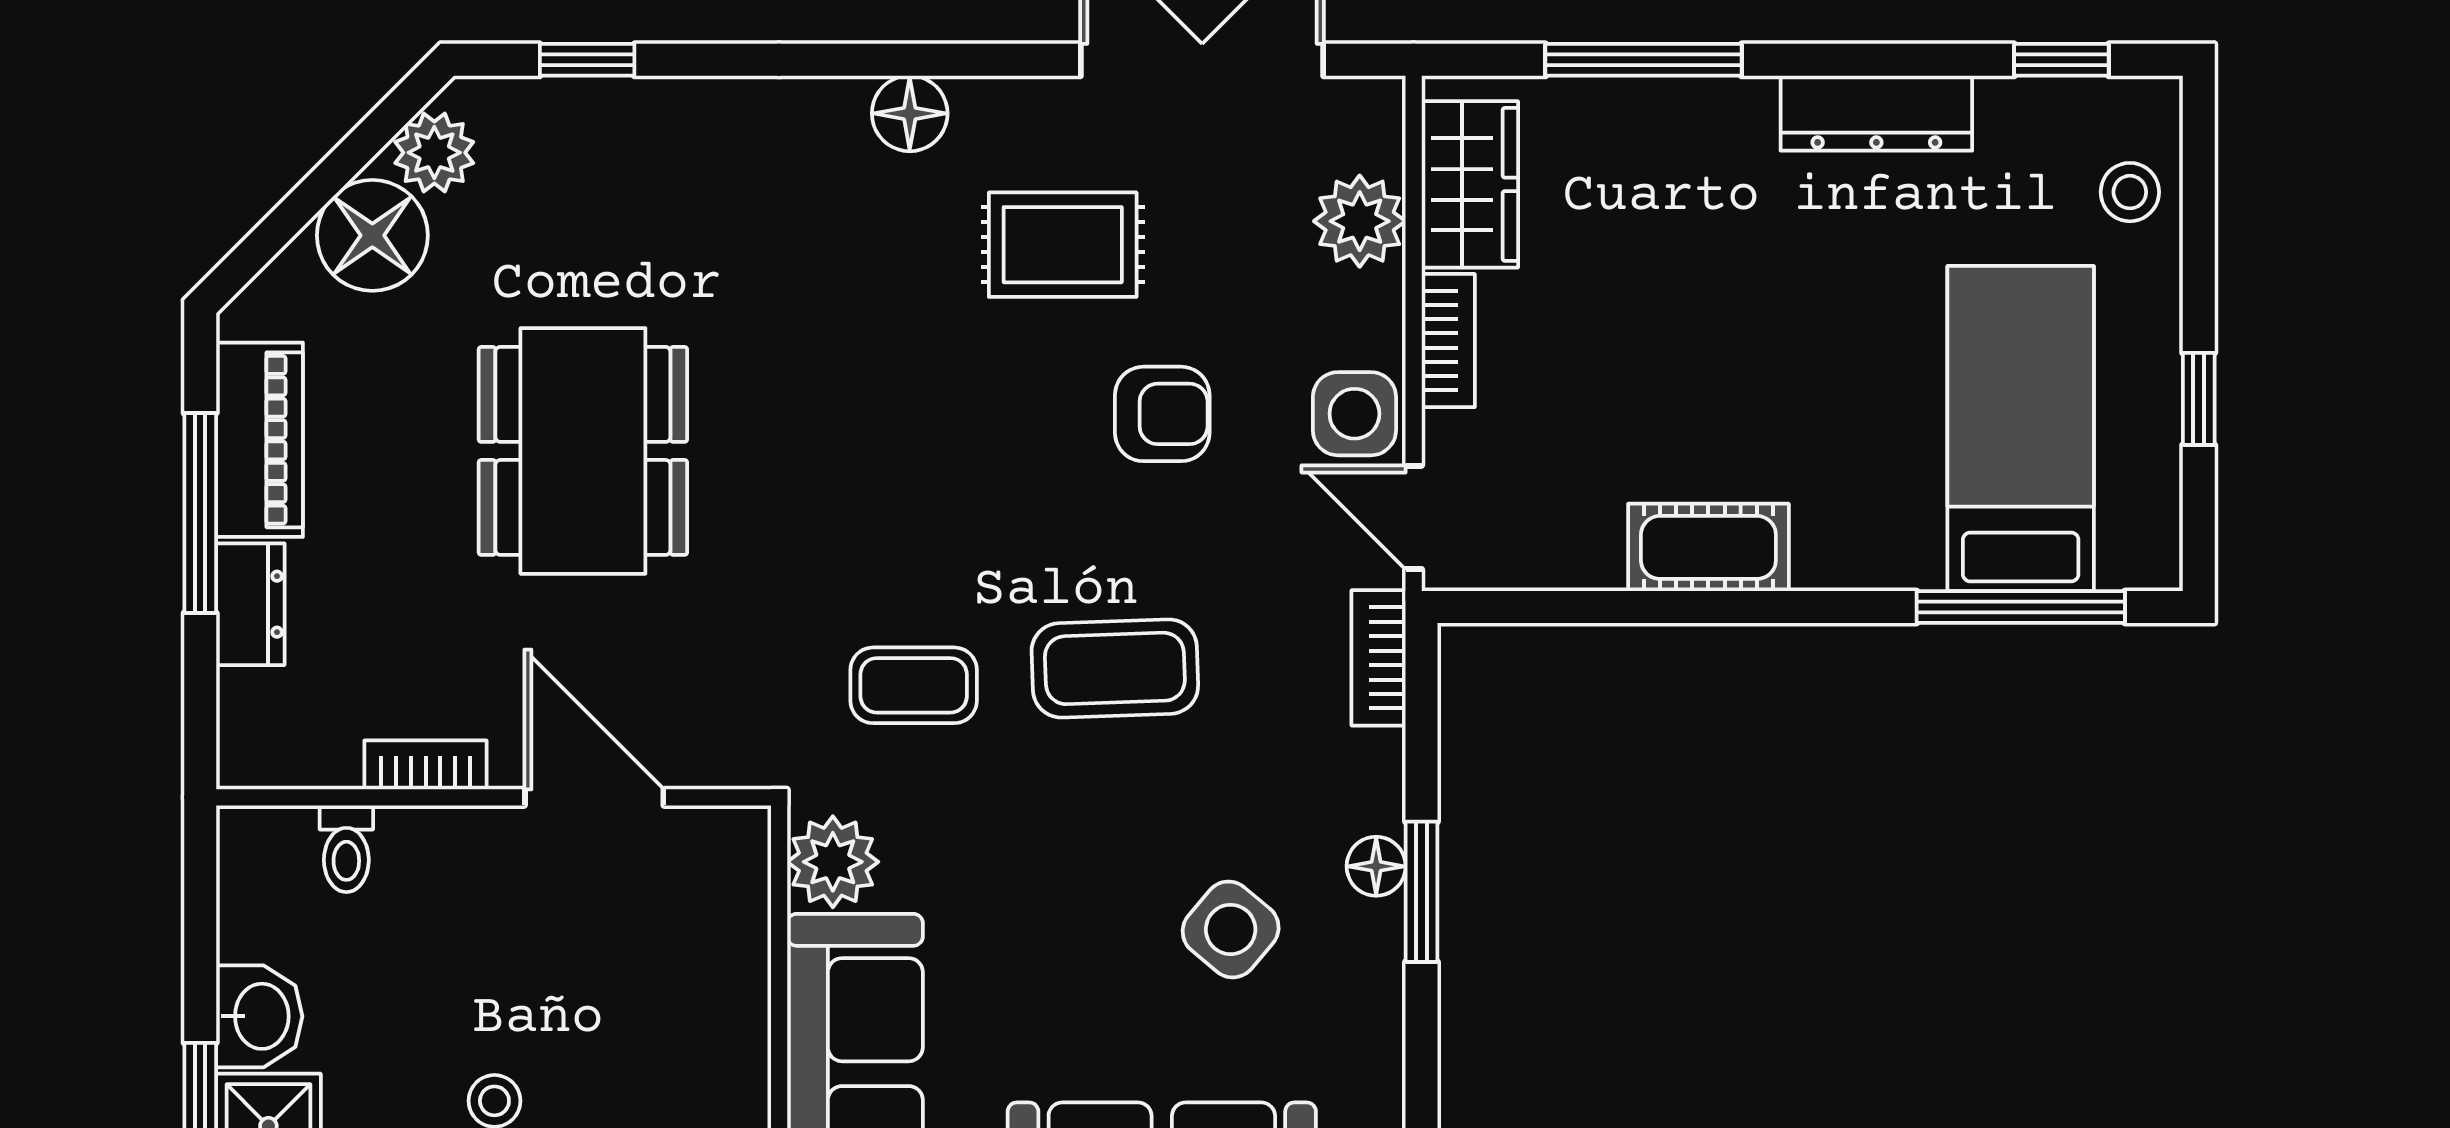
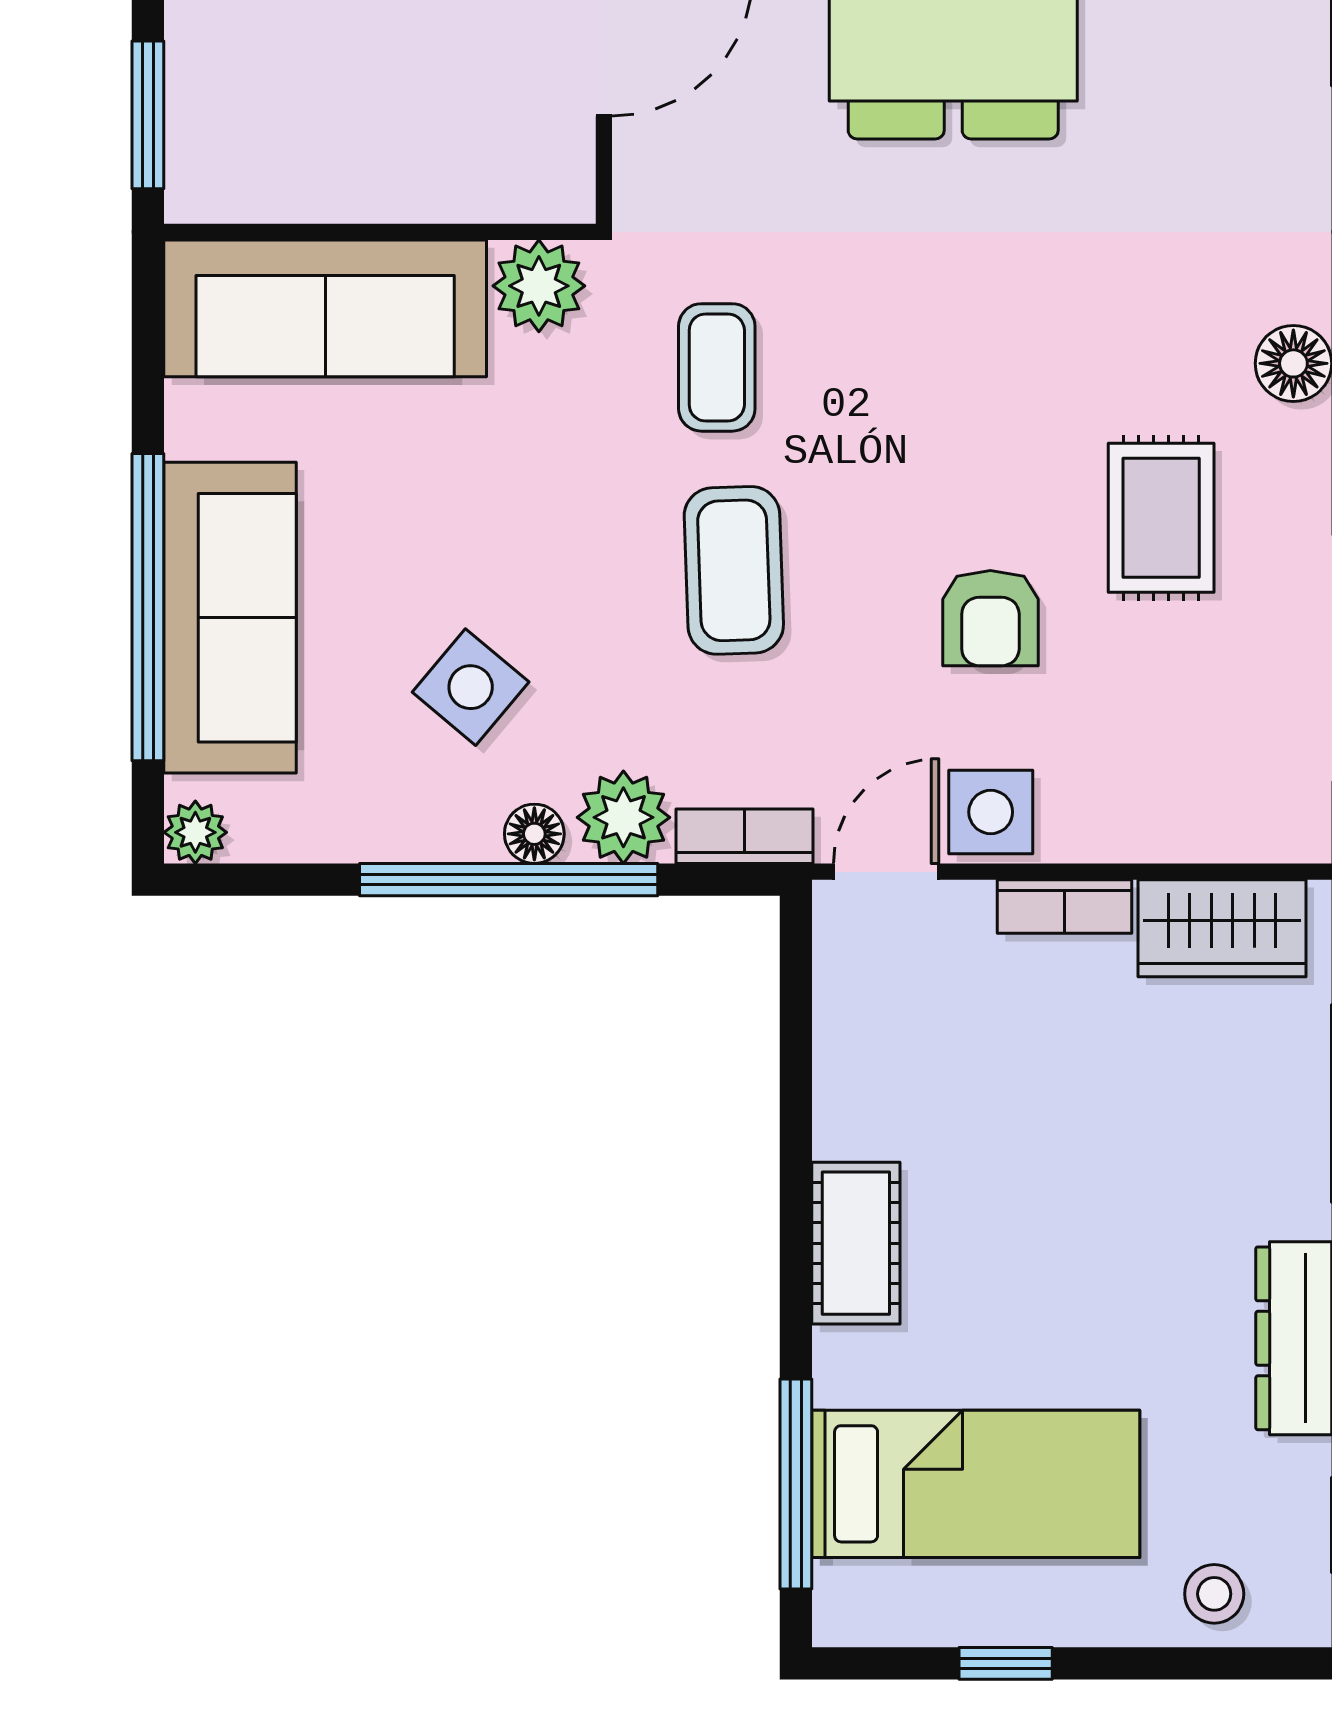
plant: (1360, 221) -> (623, 817), moved
cot: (1708, 547) -> (856, 1243), moved
window: (1422, 892) -> (509, 880), width x2.11

